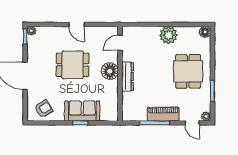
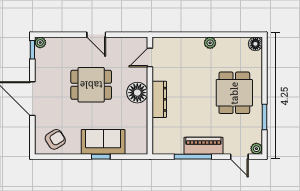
plant: (169, 35) -> (210, 43), width x0.53, depth x0.53

